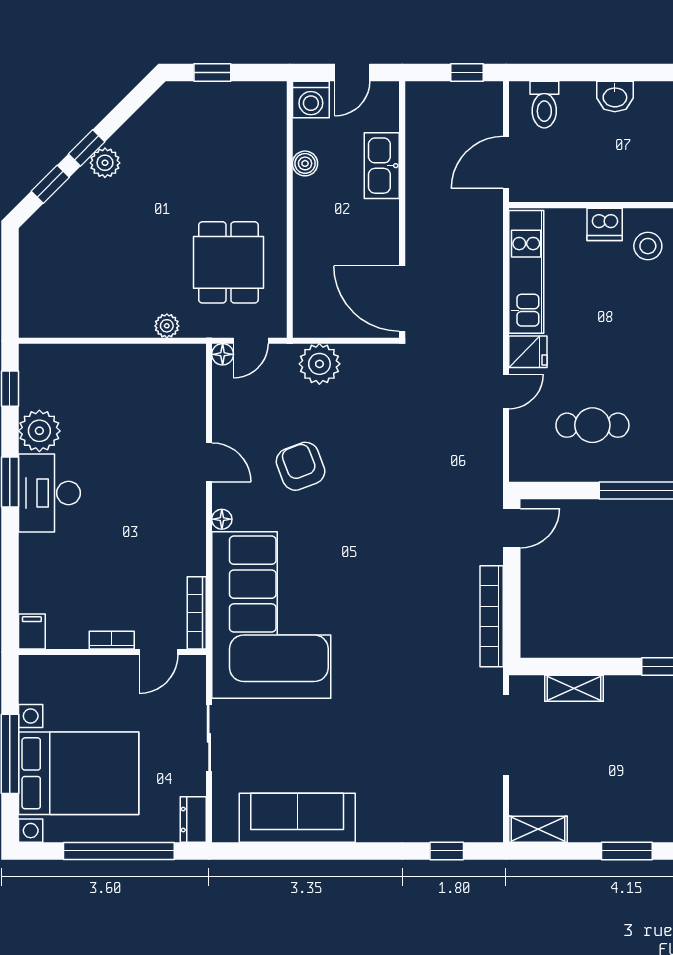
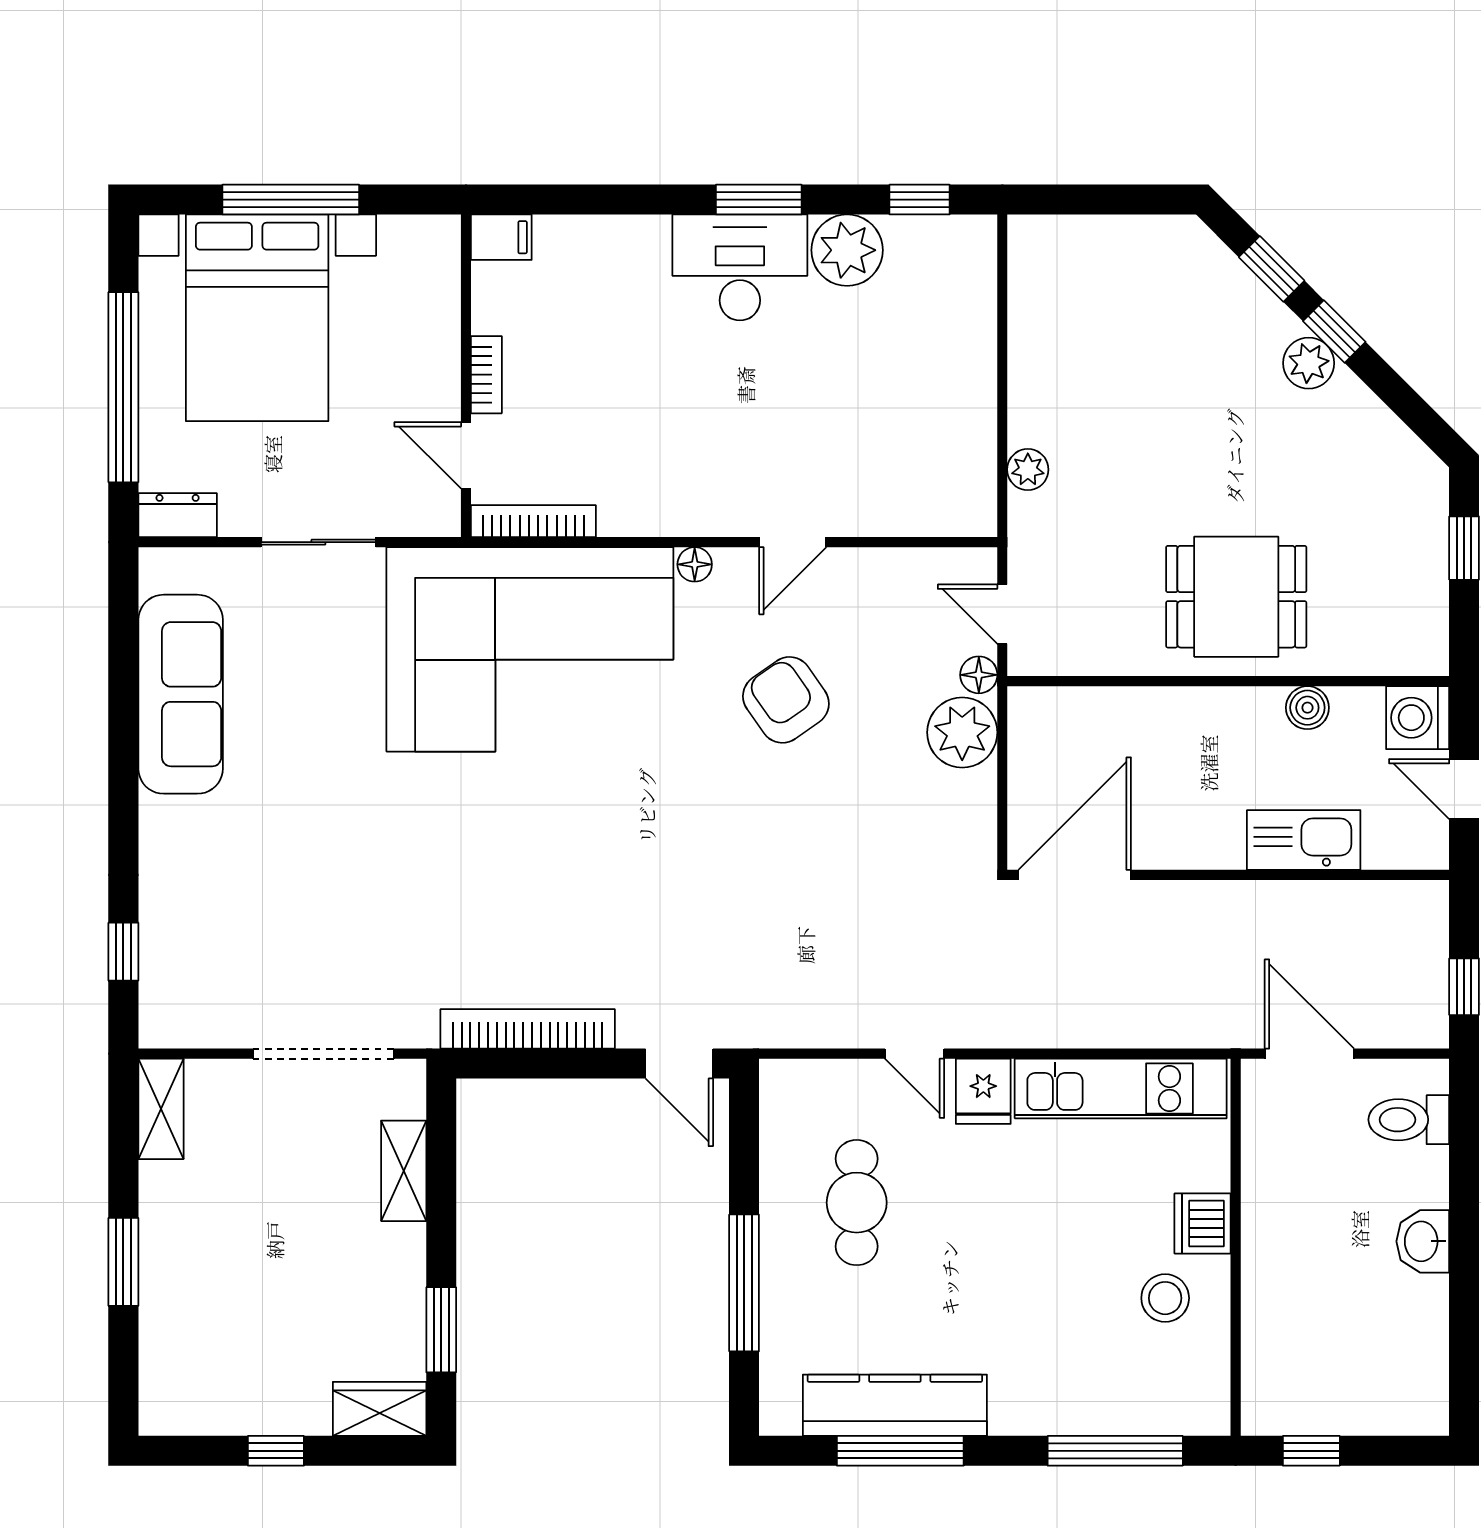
dining table: (228, 262) -> (1236, 597), moved
floor lamp: (223, 354) -> (979, 675), moved
armchair: (301, 466) -> (786, 700), turned -104

